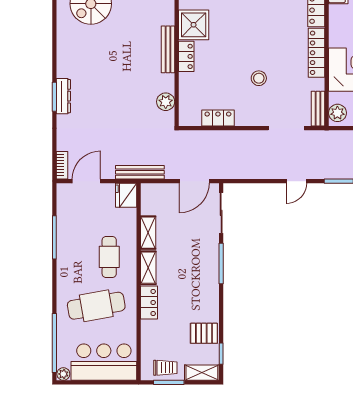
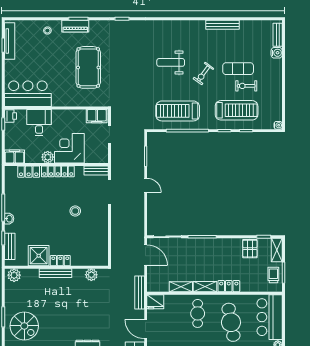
plant: (337, 113) -> (48, 157), moved
locker: (218, 118) -> (103, 239), removed
cafe table: (109, 257) -> (198, 313), turned 90

